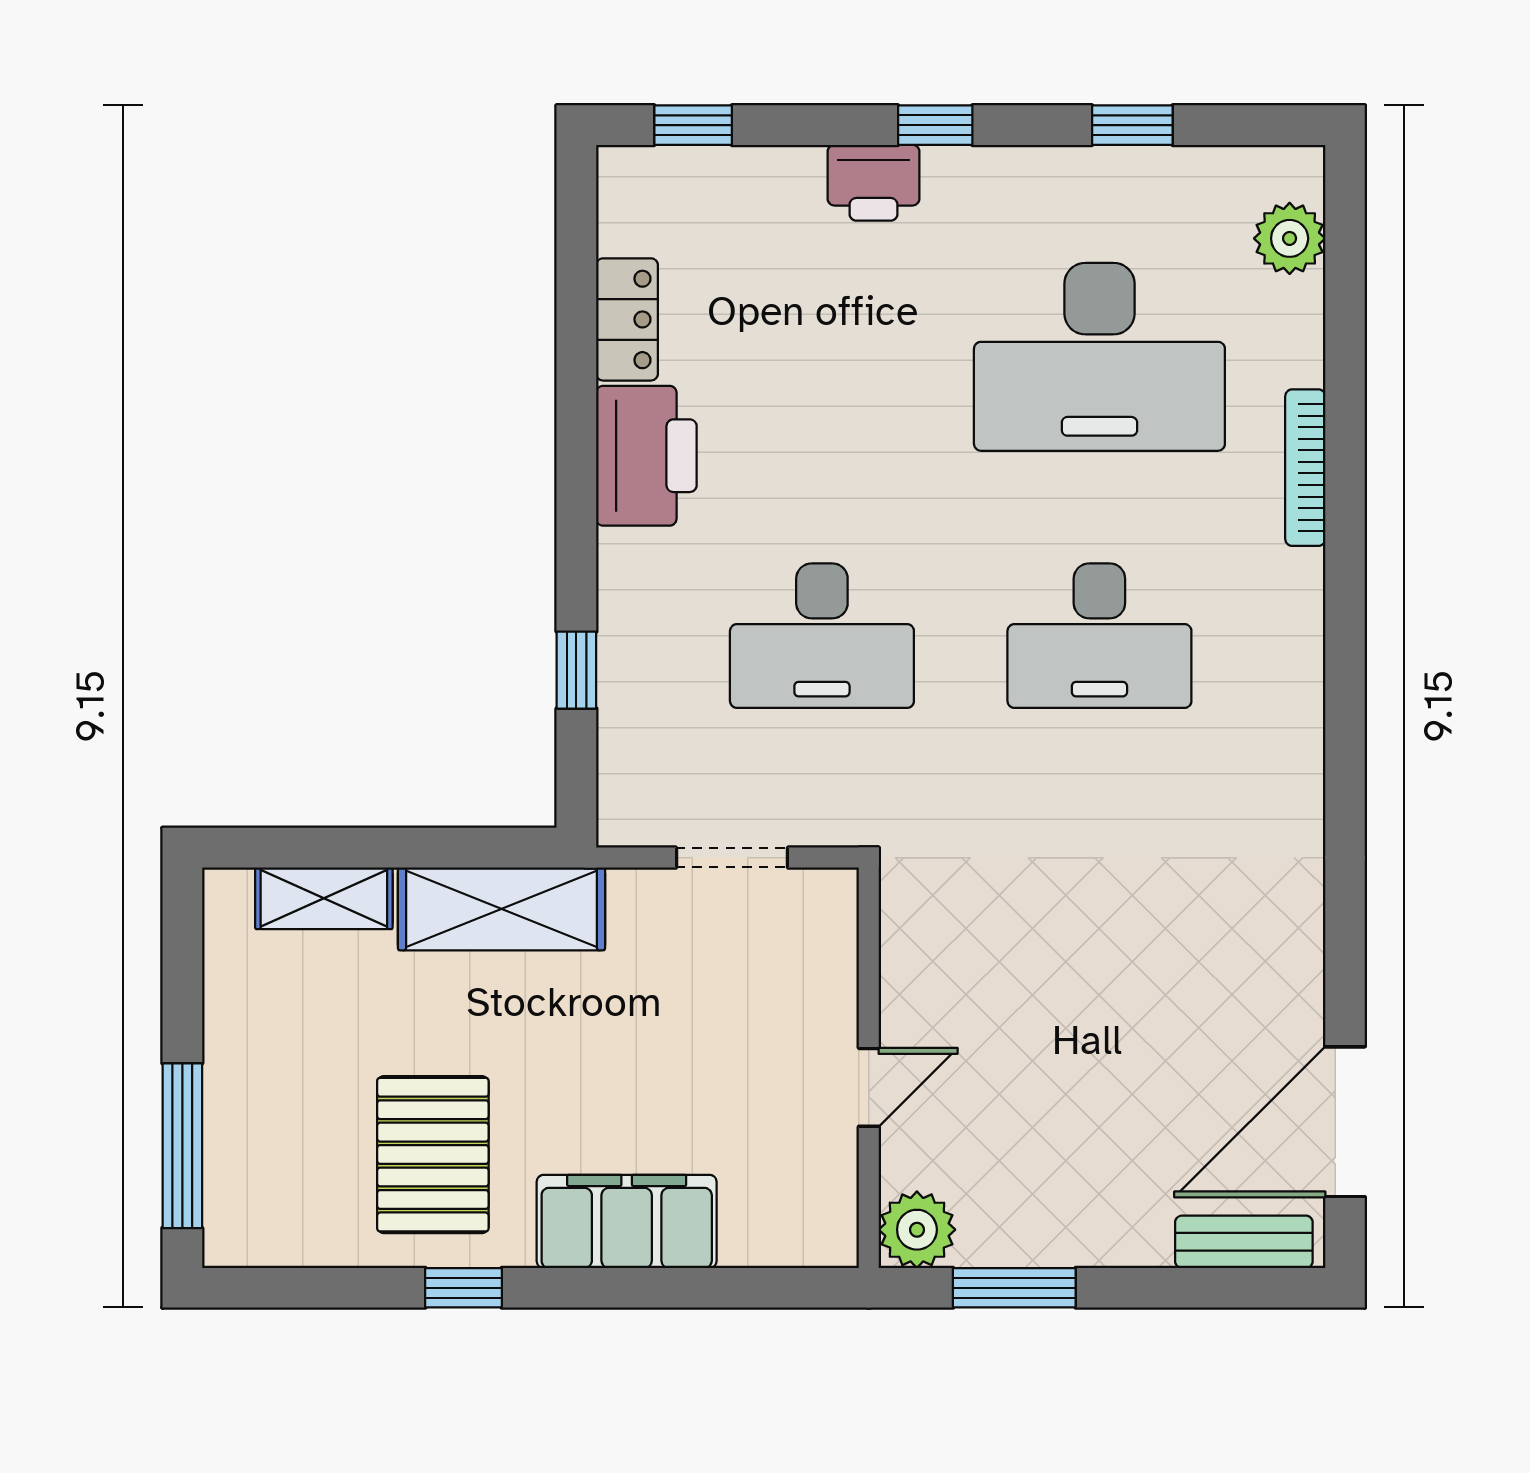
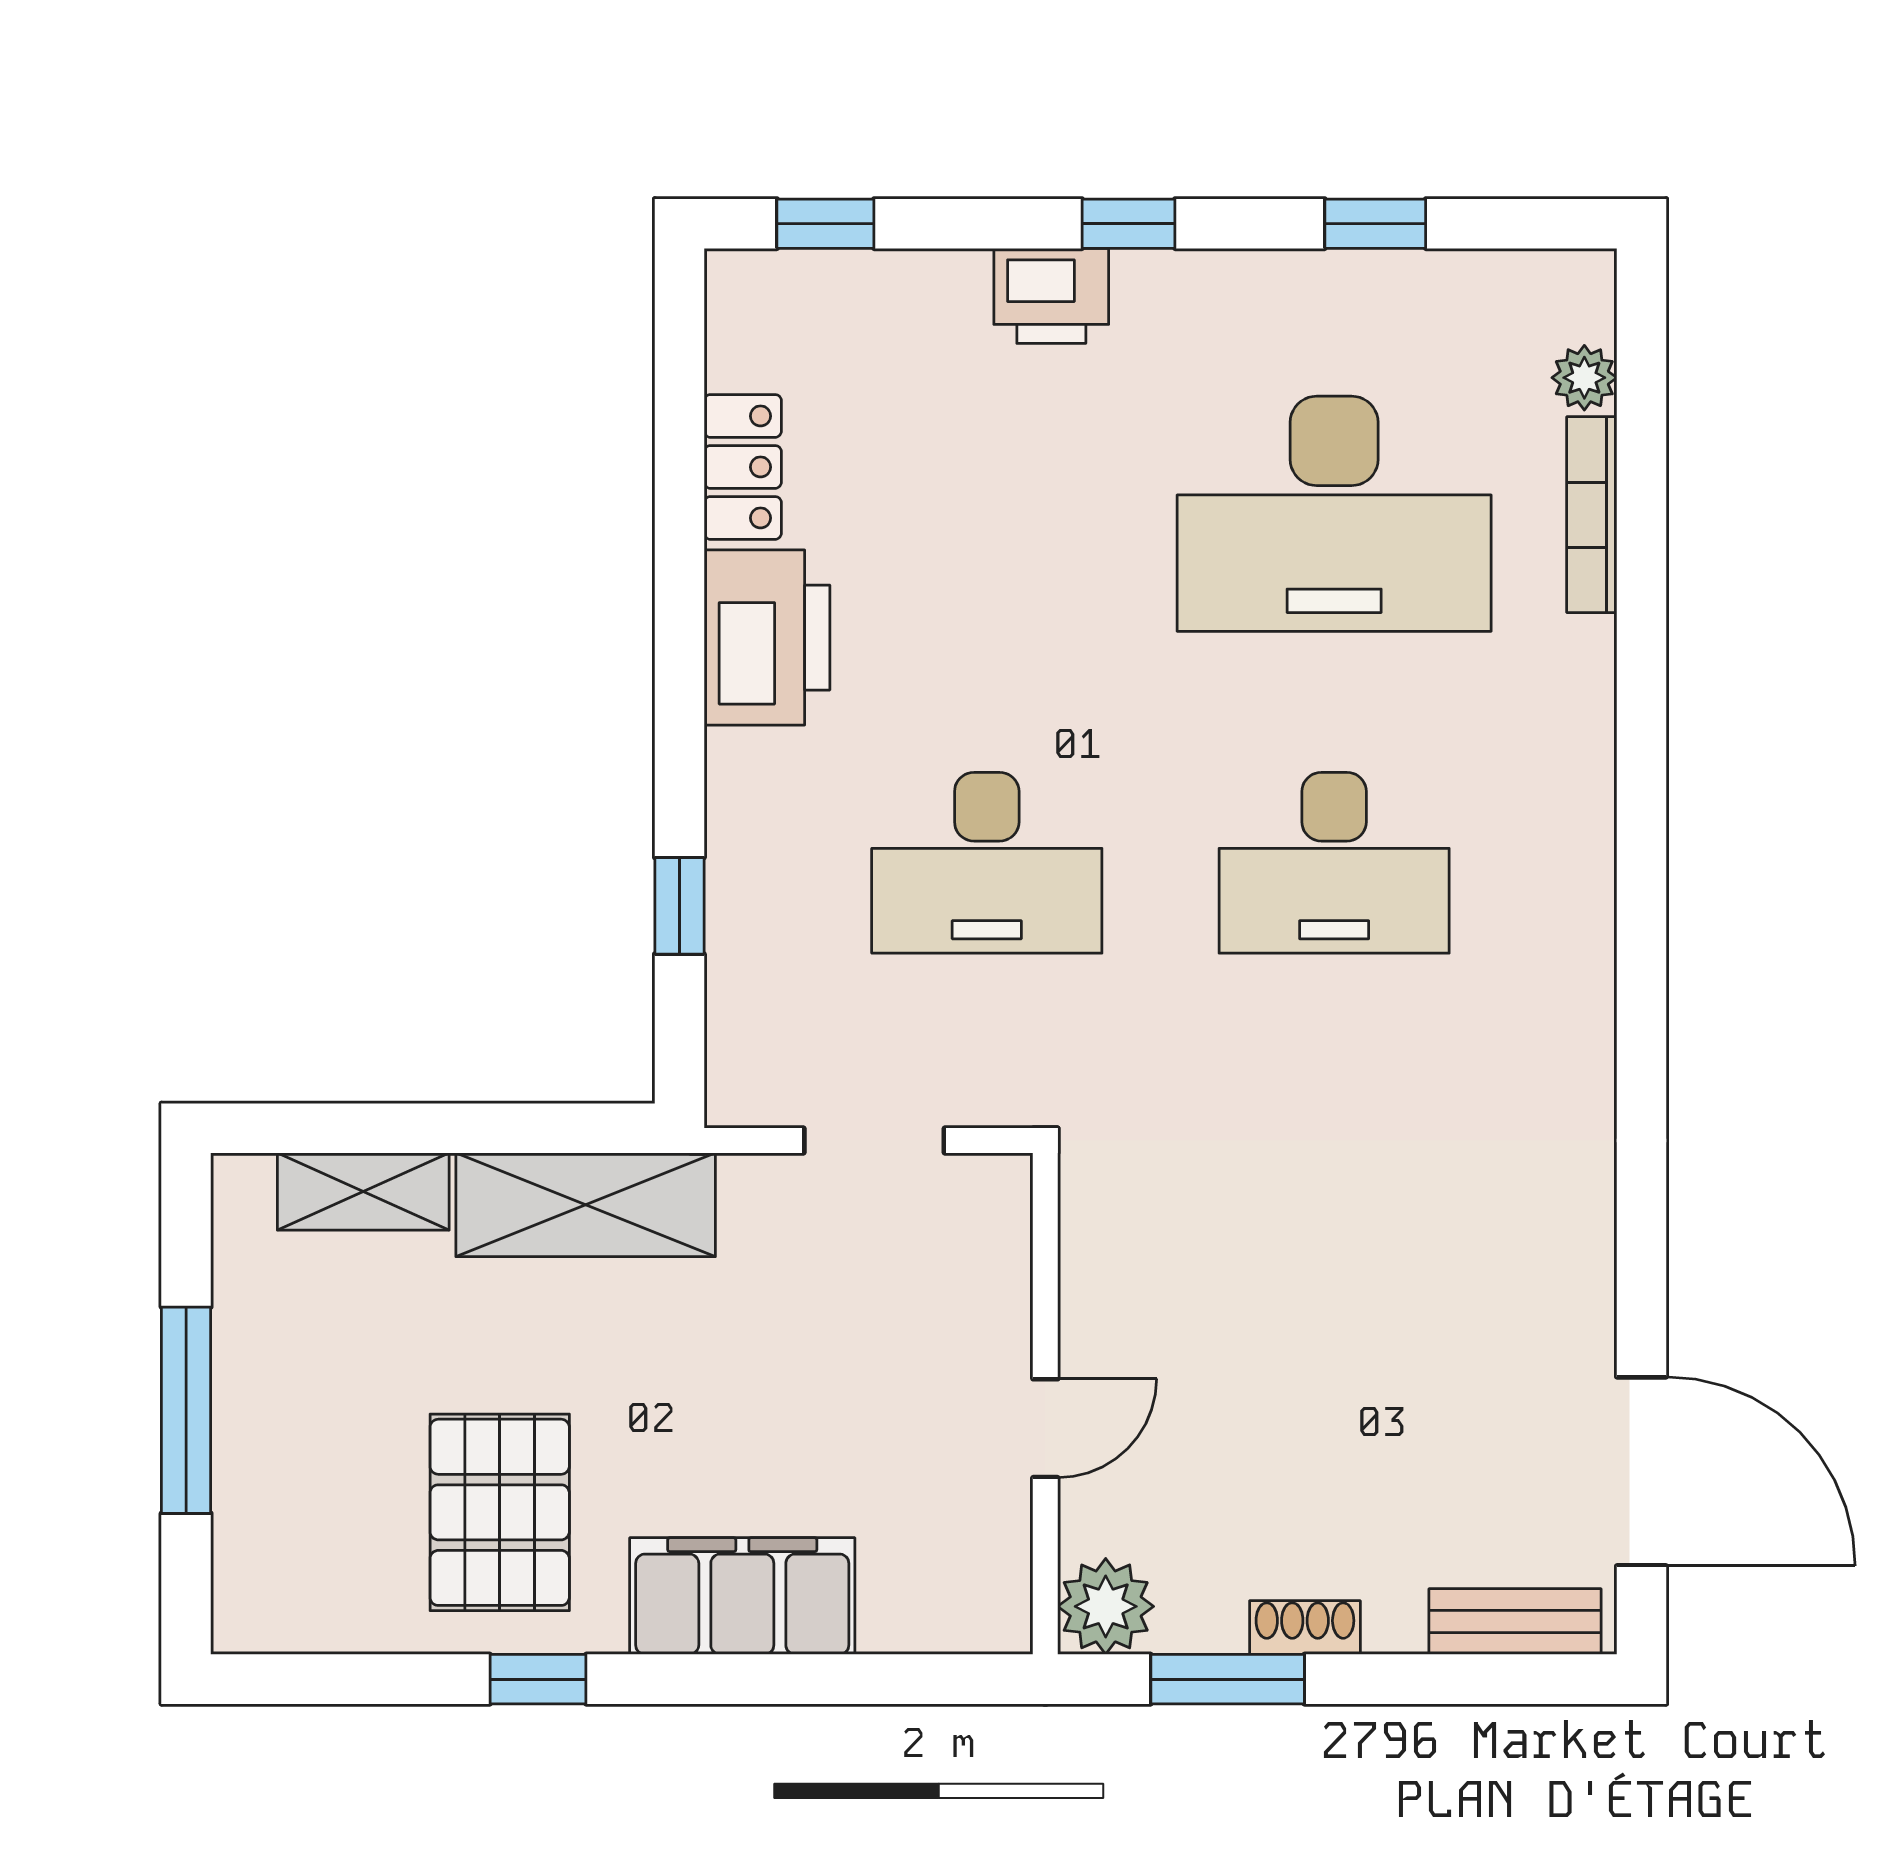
plant: (1290, 238) -> (1584, 378), width x0.73, depth x0.73
bookcase: (1305, 468) -> (1592, 515), moved
door: (1345, 1122) -> (1641, 1471), swing flipped
window: (182, 1146) -> (186, 1410), moved
shoe rack: (1076, 1247) -> (1305, 1628), added

